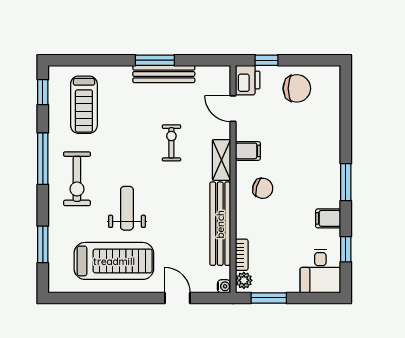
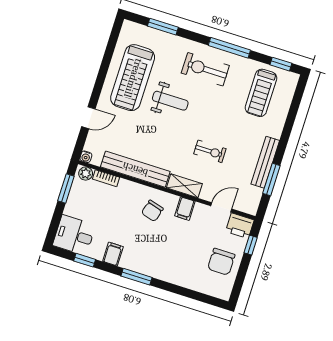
window: (155, 60) -> (271, 180), moved
treadmill: (84, 105) -> (261, 93), turned -90

